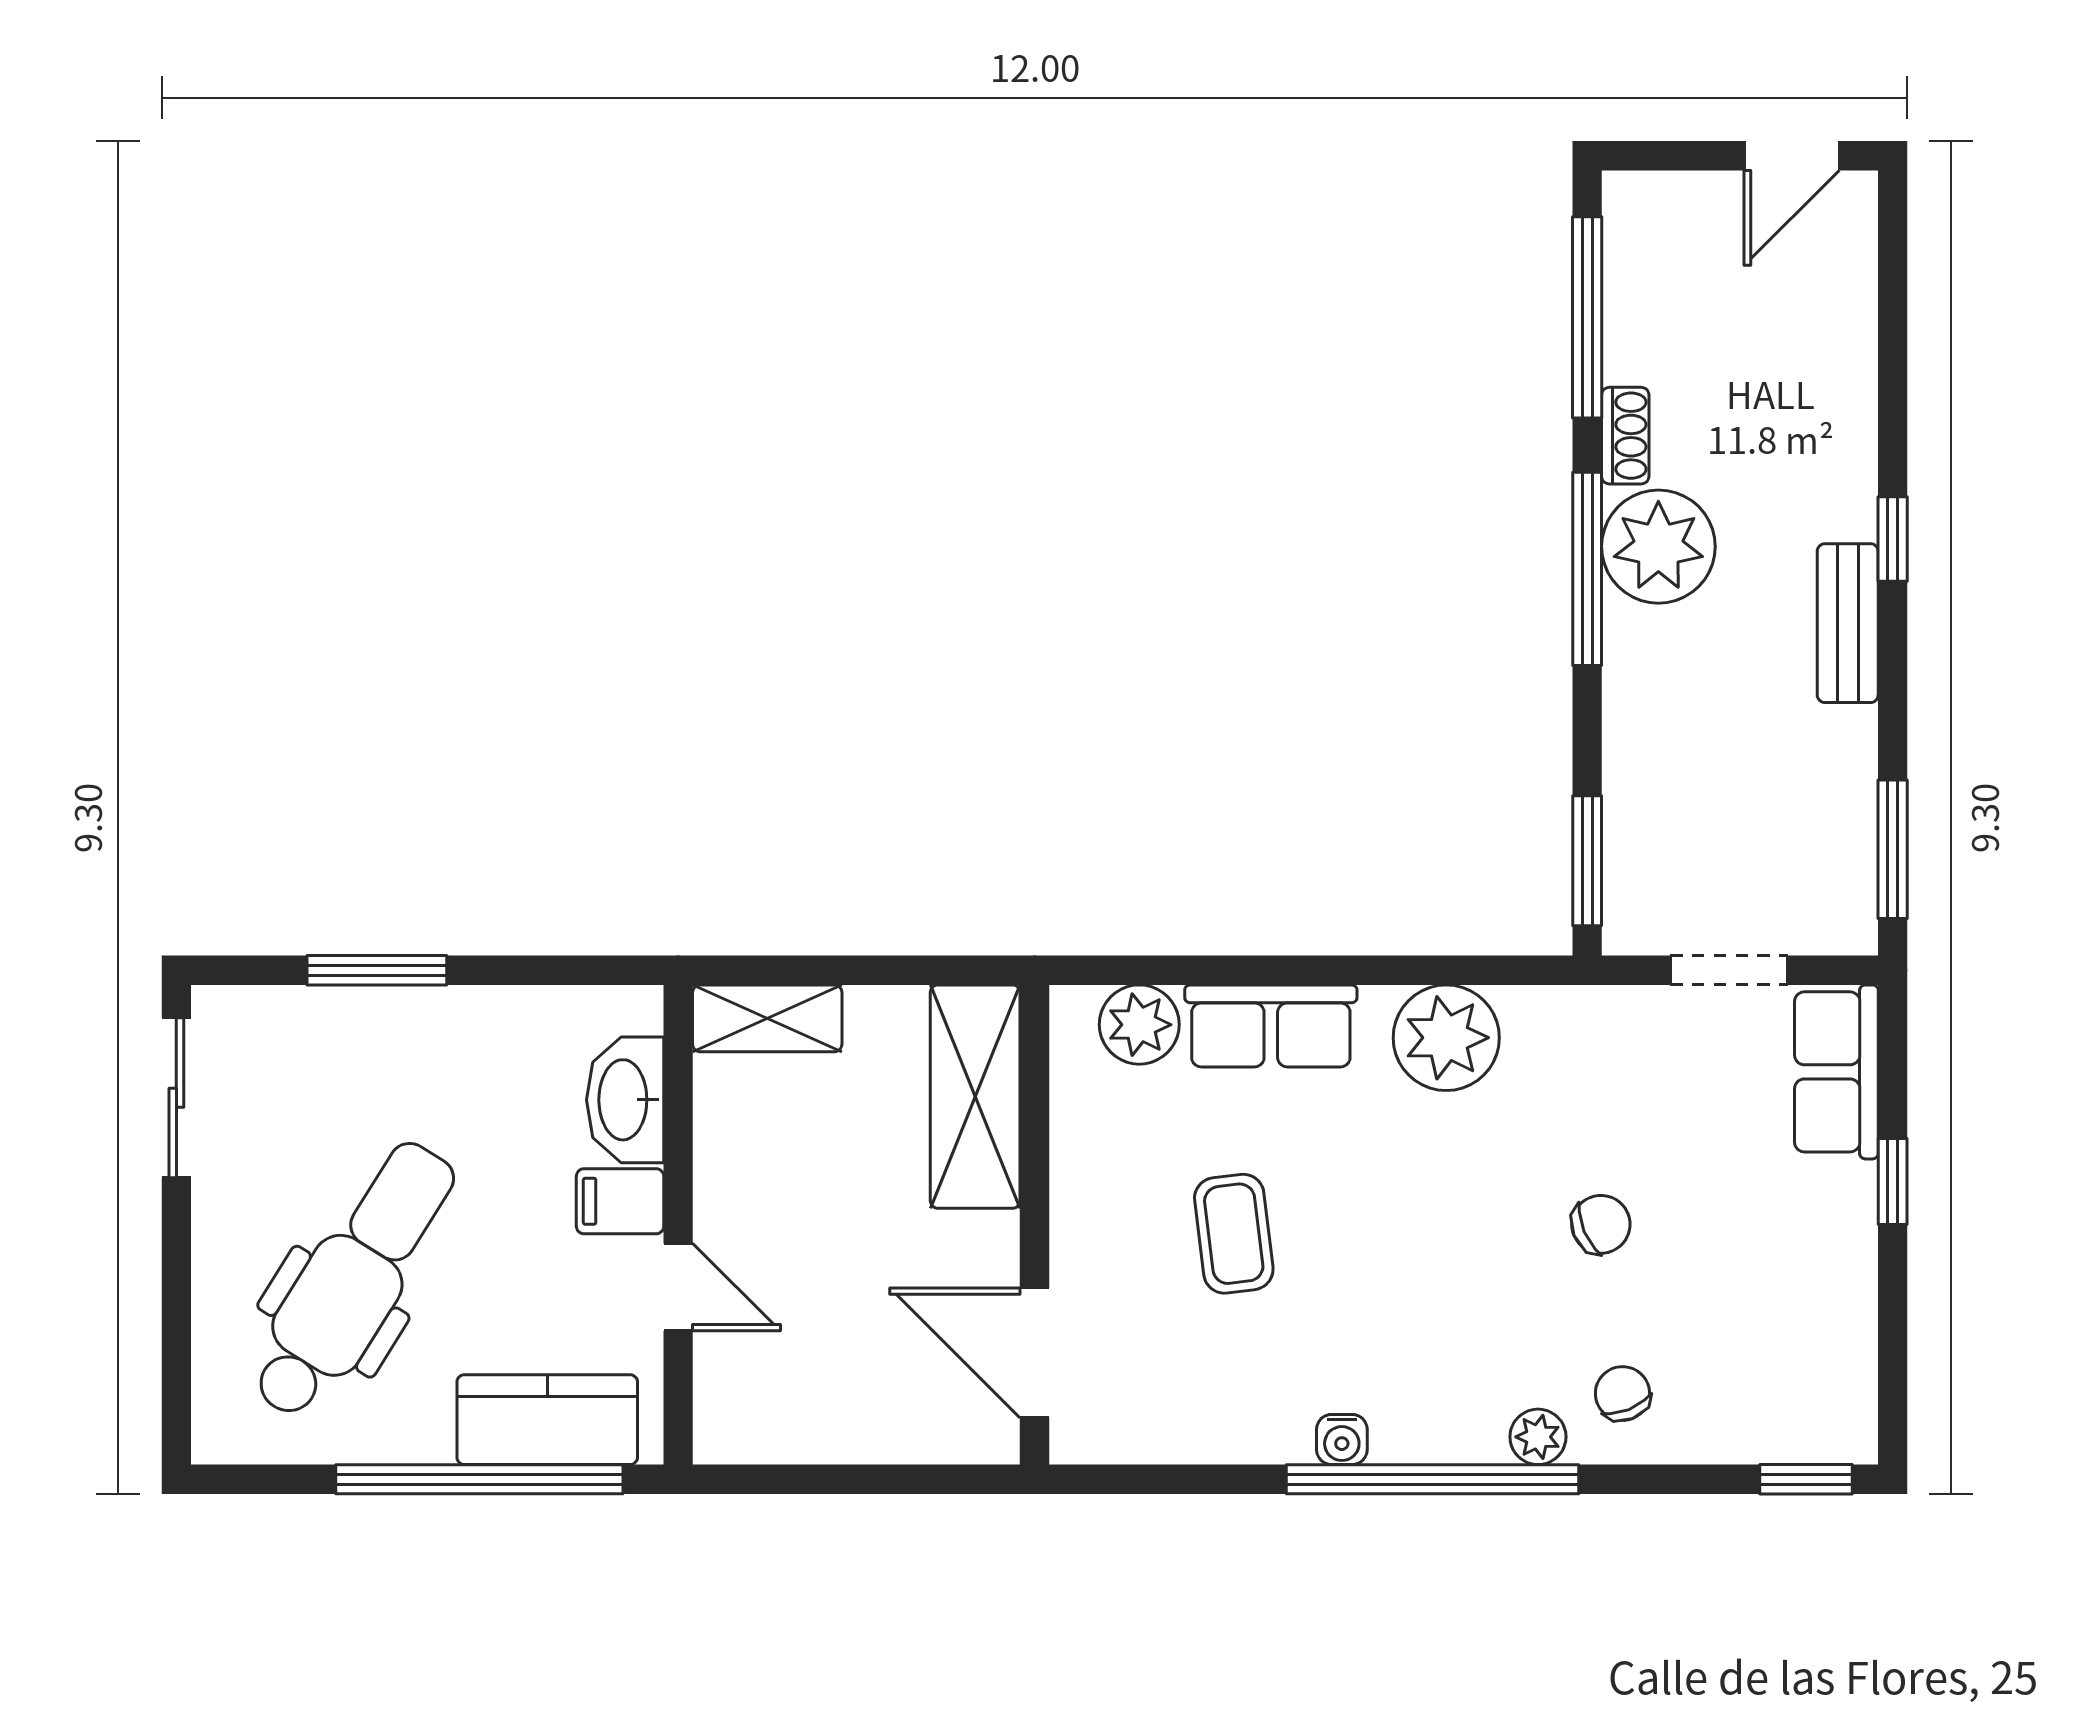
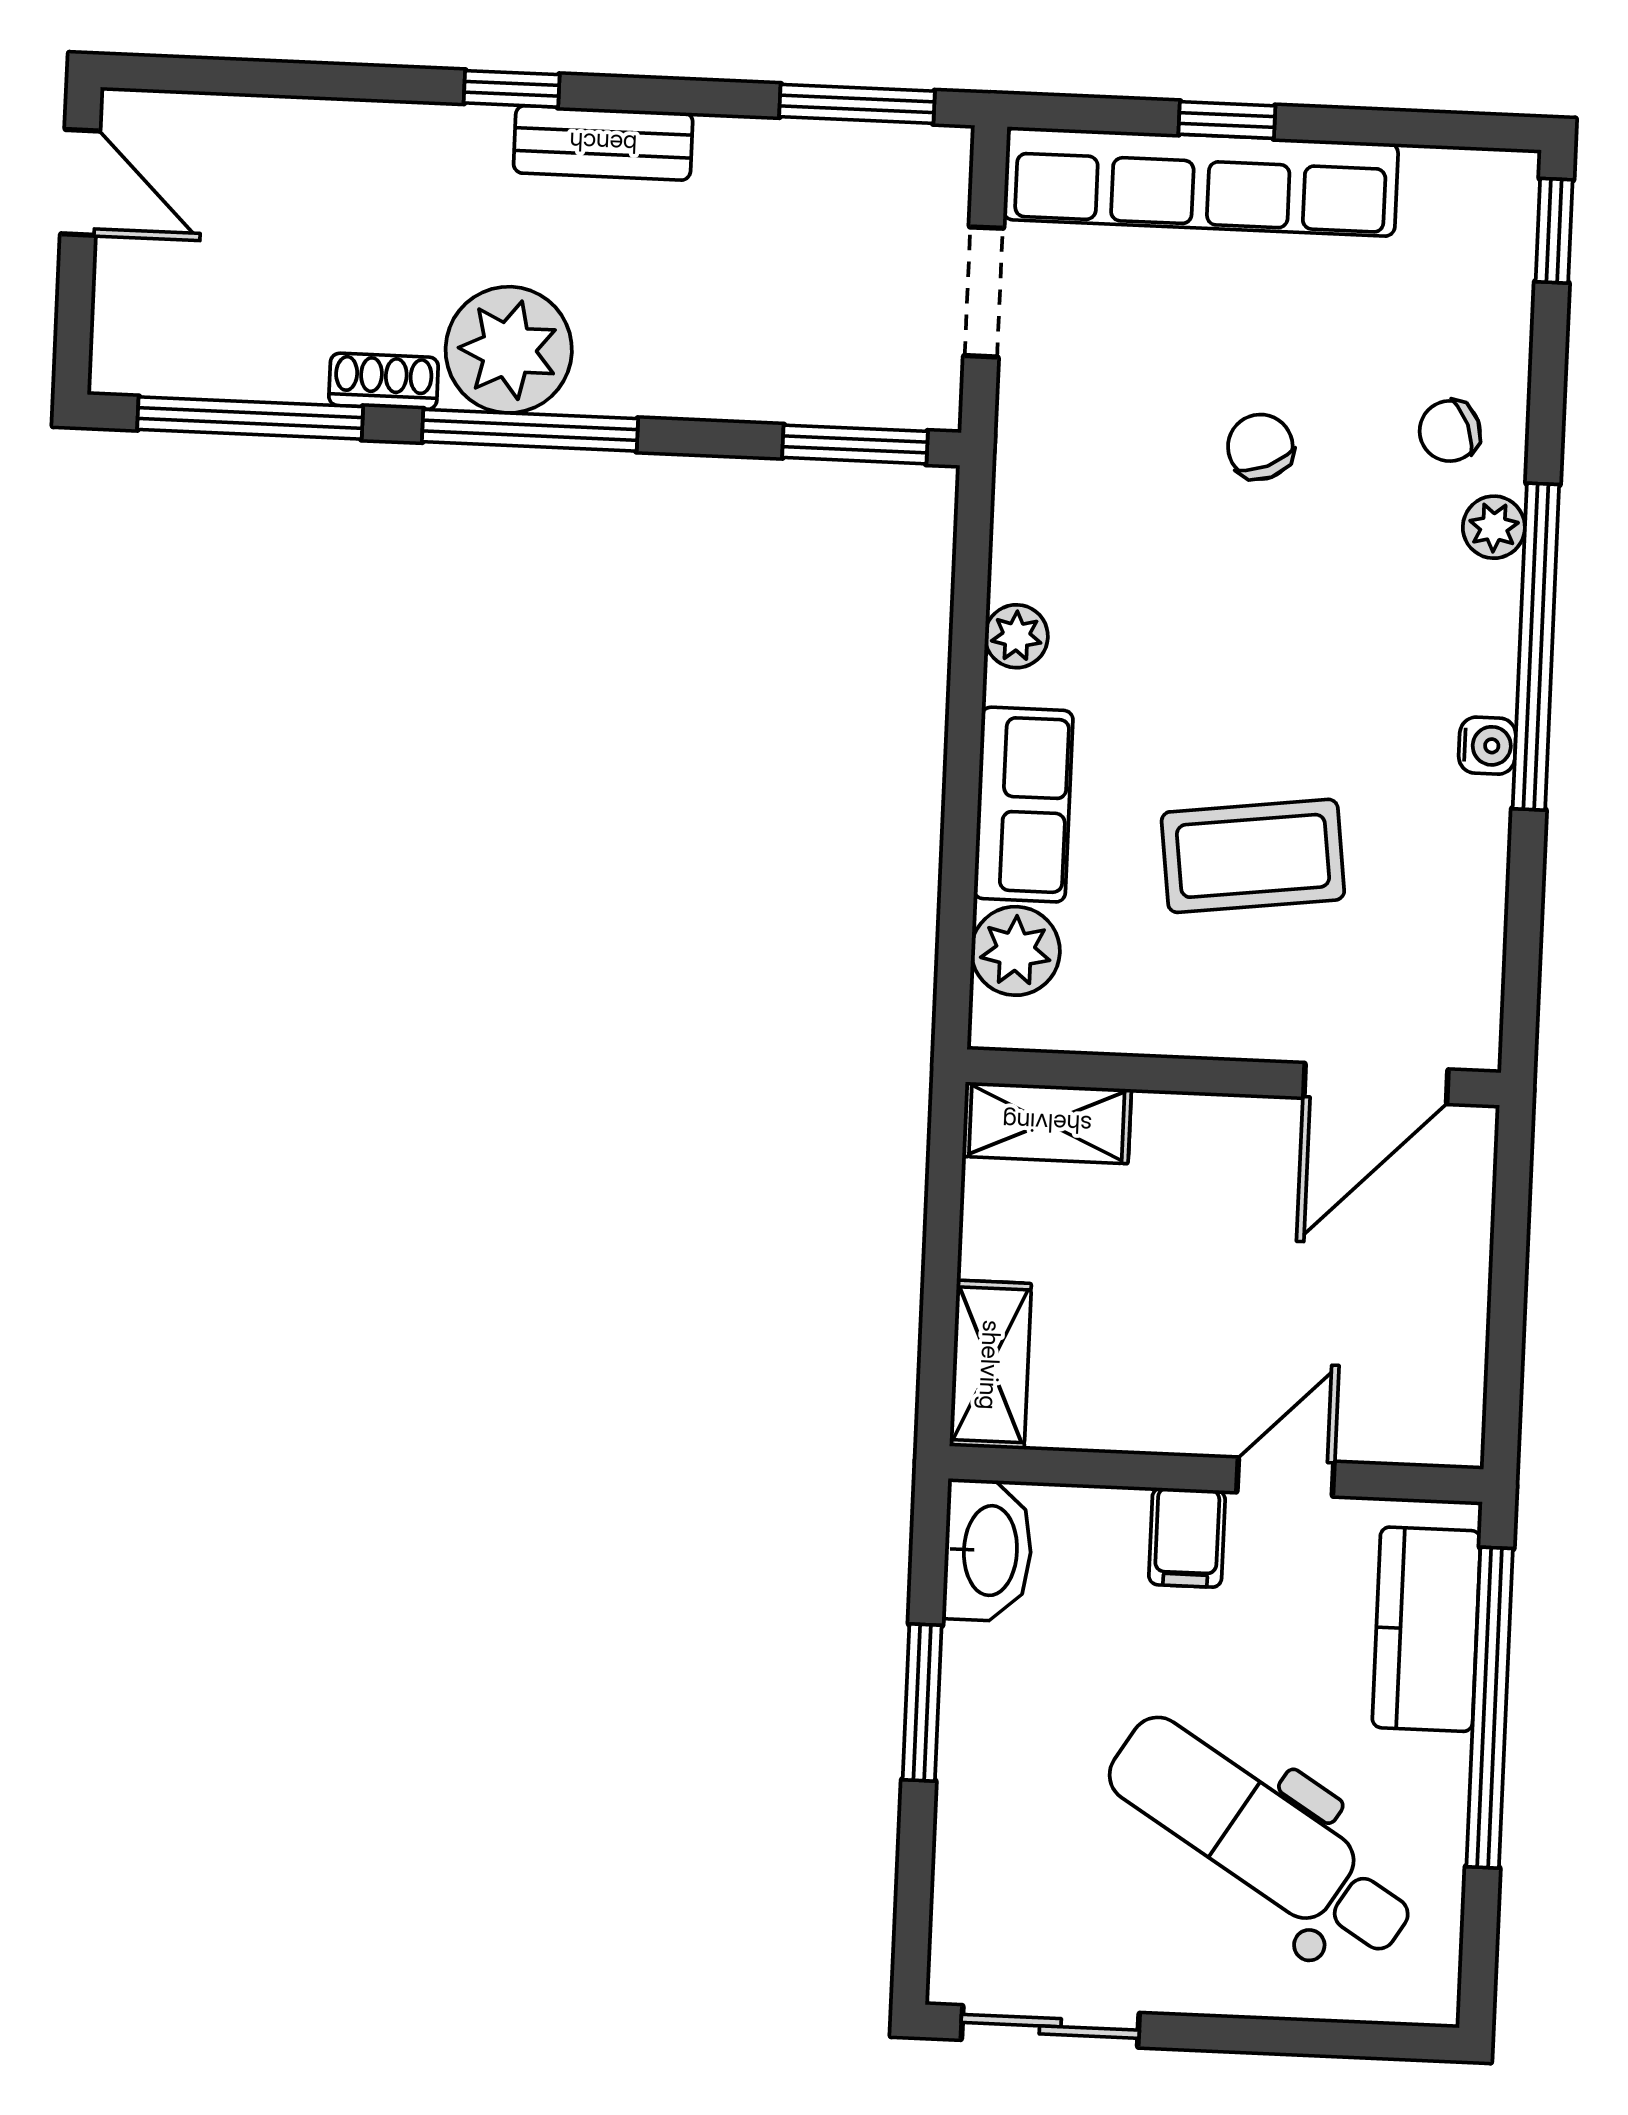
window: (377, 970) -> (922, 1703), moved
plant: (1446, 1038) -> (1016, 636), width x0.53, depth x0.53
row of seats: (1836, 1072) -> (1201, 182), width x2.02
shelving: (975, 1097) -> (1047, 1123), width x0.67, depth x0.75
washbasin: (625, 1100) -> (988, 1550), moved, turned -90
coffee table: (1234, 1234) -> (1253, 856), width x1.36, depth x1.30

